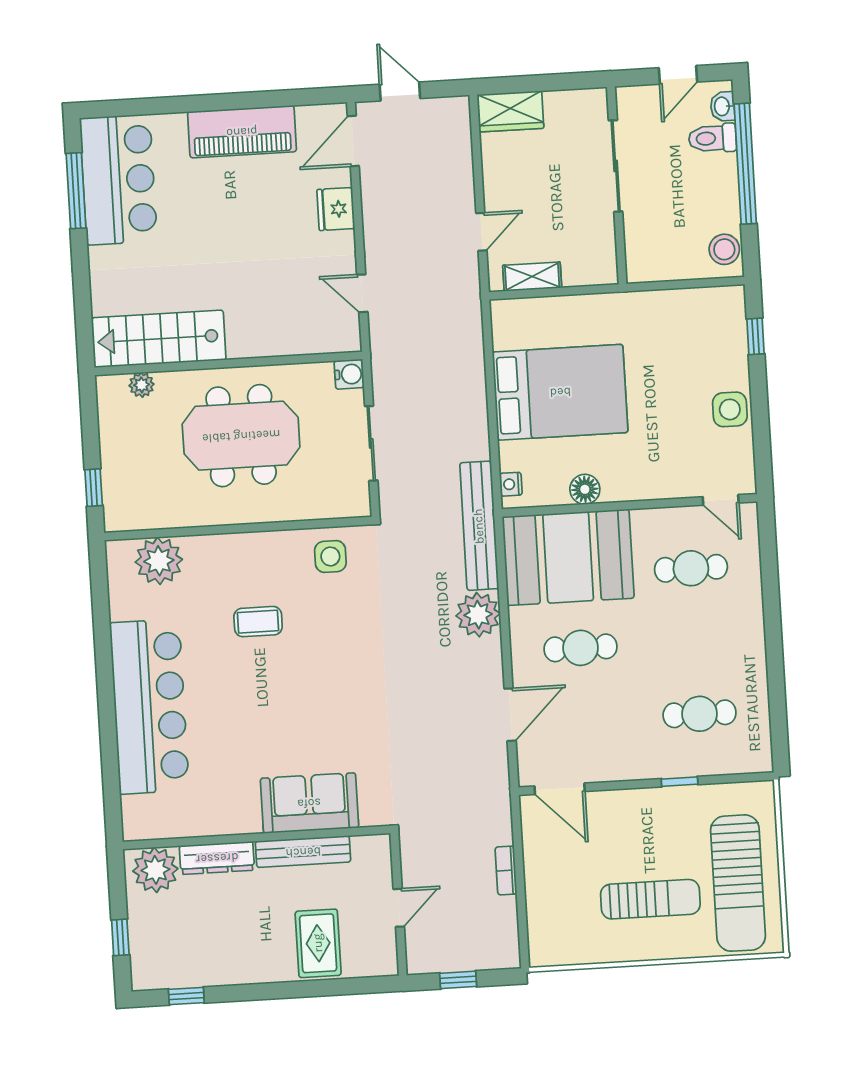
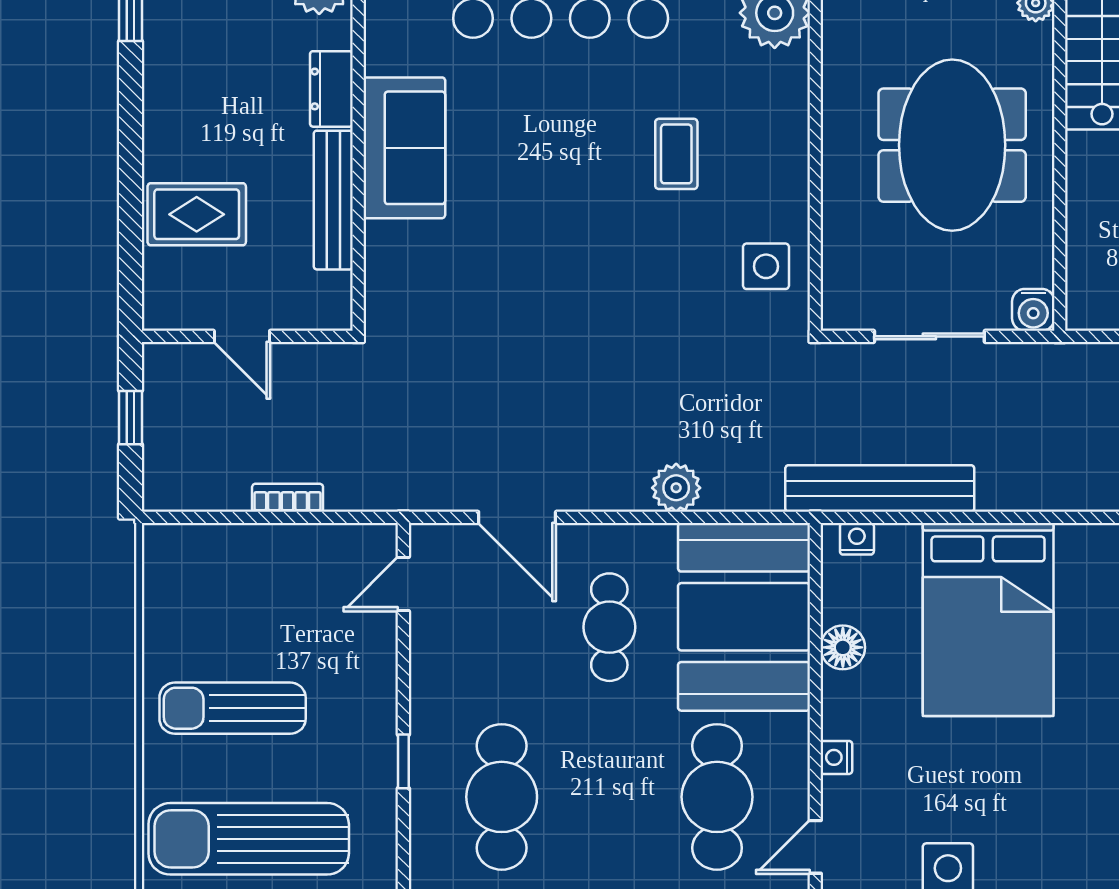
nightstand: (659, 489) -> (836, 757), added
bench: (479, 526) -> (880, 488), moved
cafe table: (691, 568) -> (717, 797), width x1.37, depth x1.35
plant: (478, 615) -> (676, 488), width x0.73, depth x0.73
cafe table: (700, 714) -> (502, 797), width x1.37, depth x1.35
door: (560, 789) -> (403, 584), width x0.73
sofa: (309, 803) -> (404, 148), moved
dresser: (217, 858) -> (331, 89), width x0.70
sun lounger: (650, 899) -> (233, 708), turned 90

